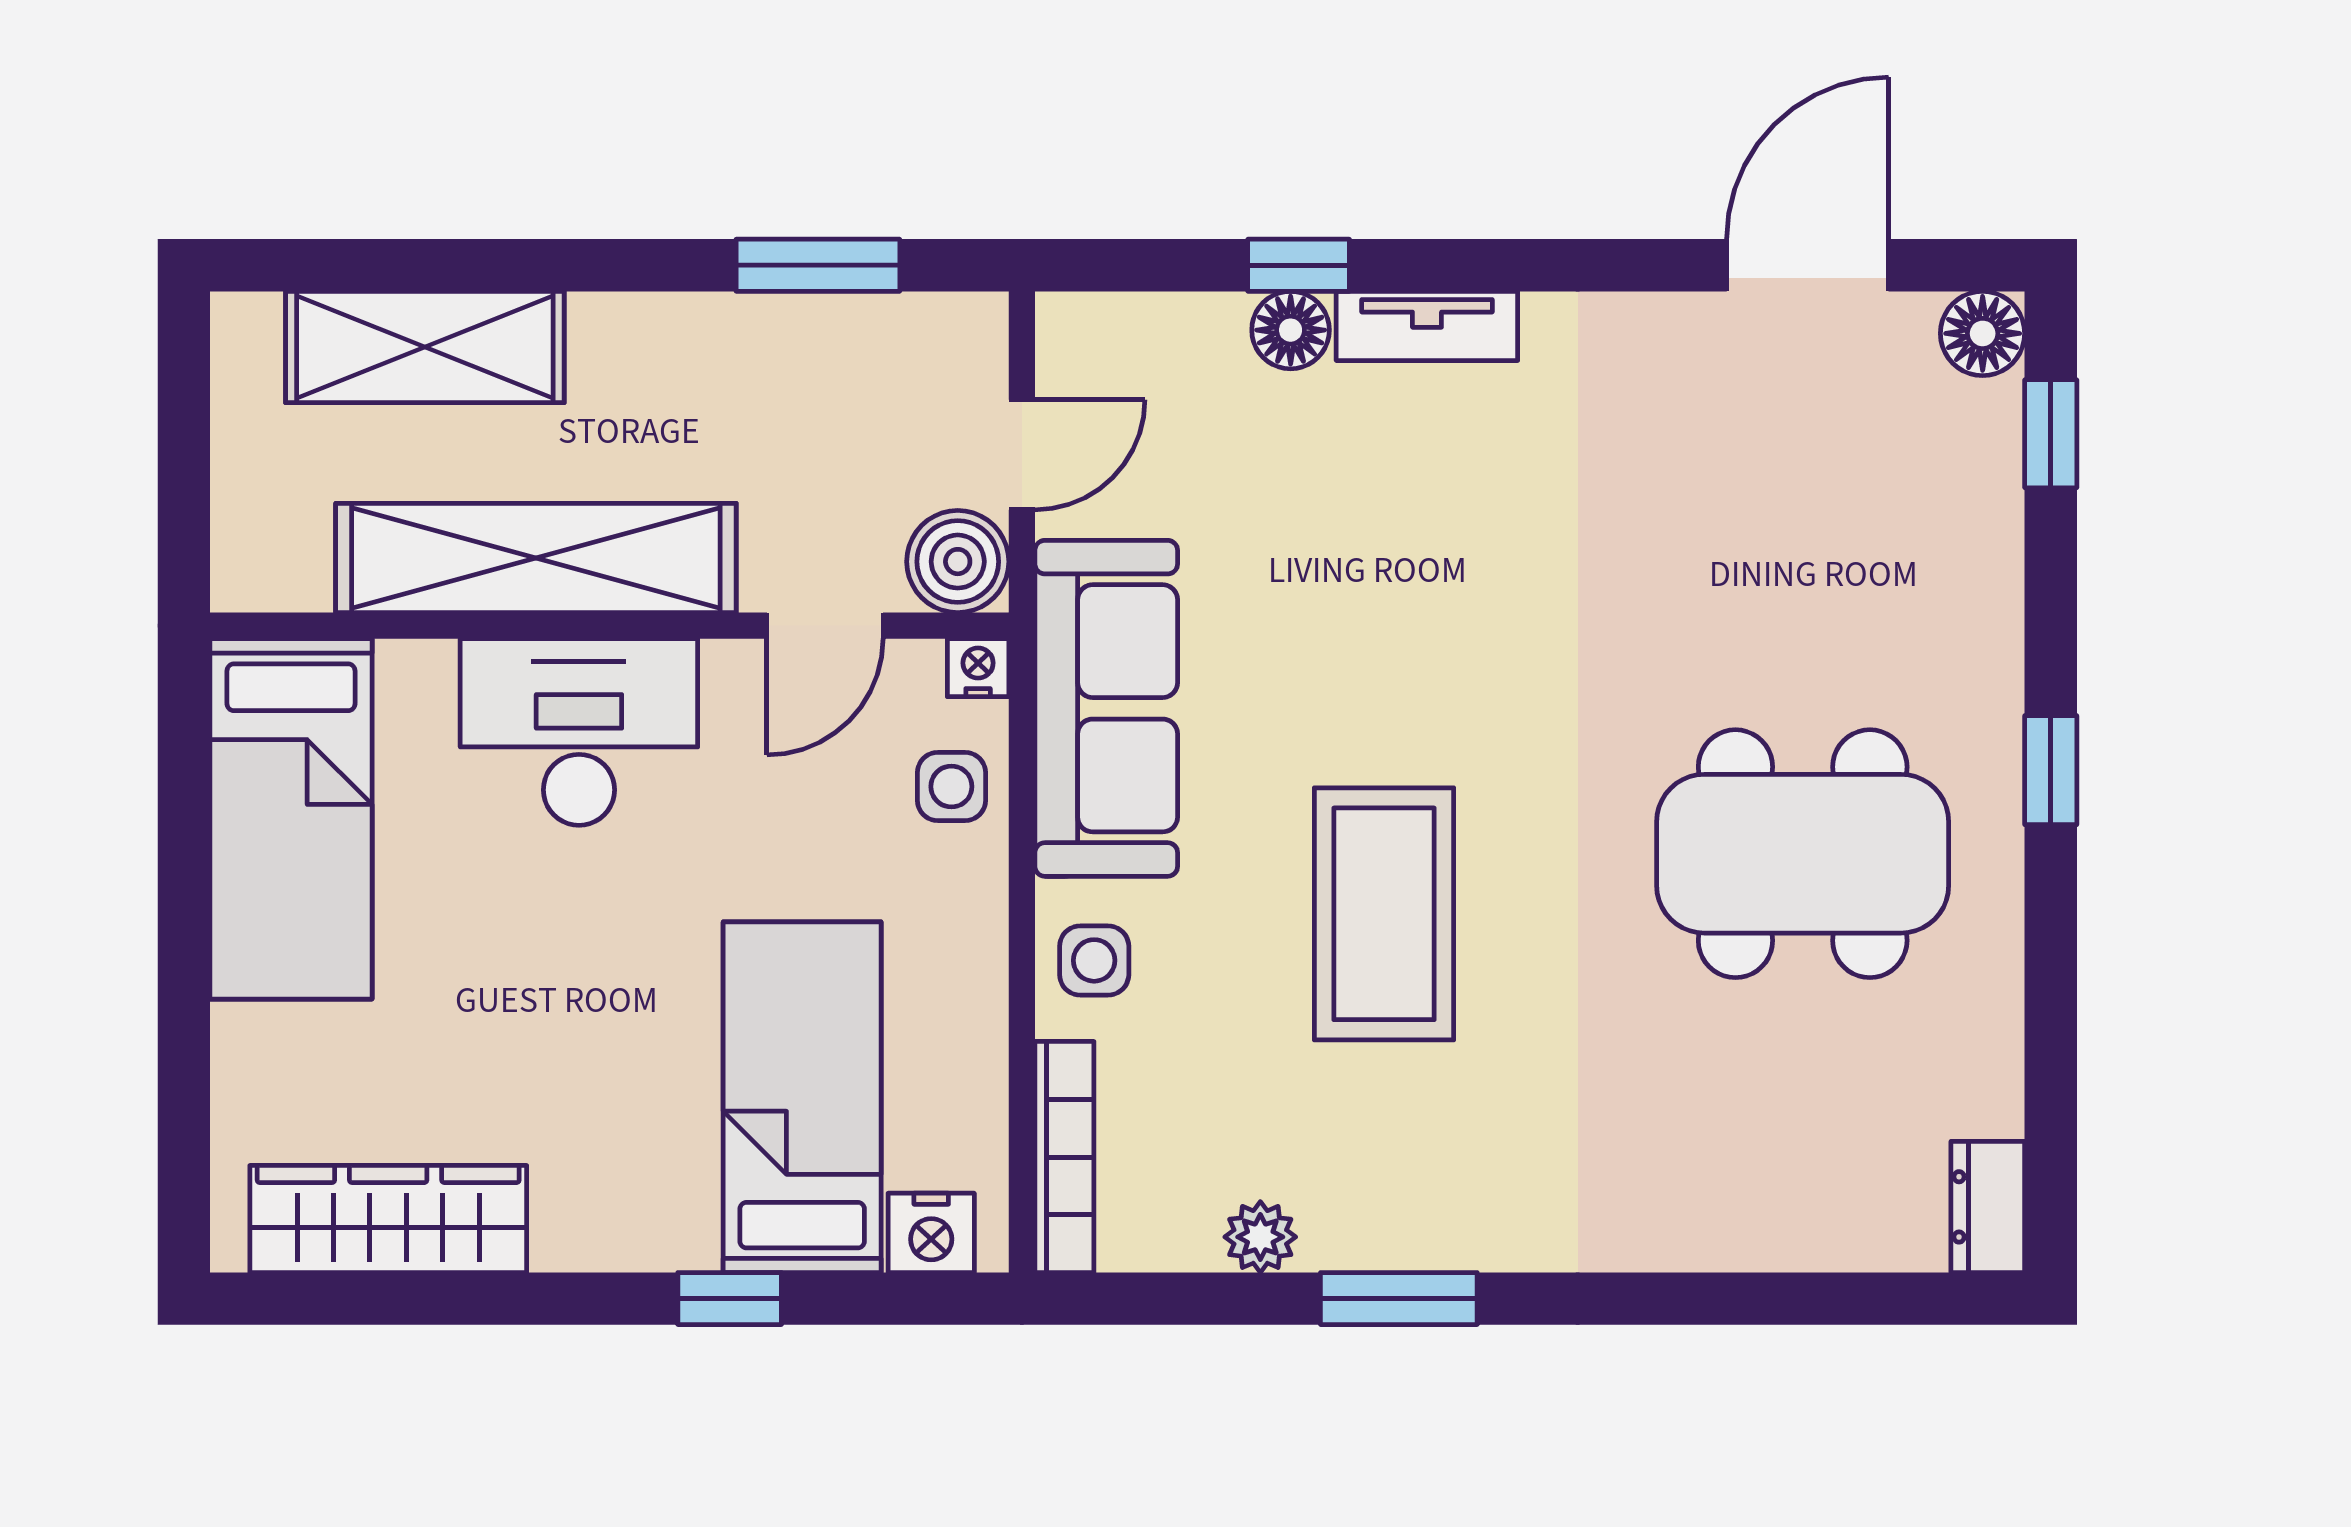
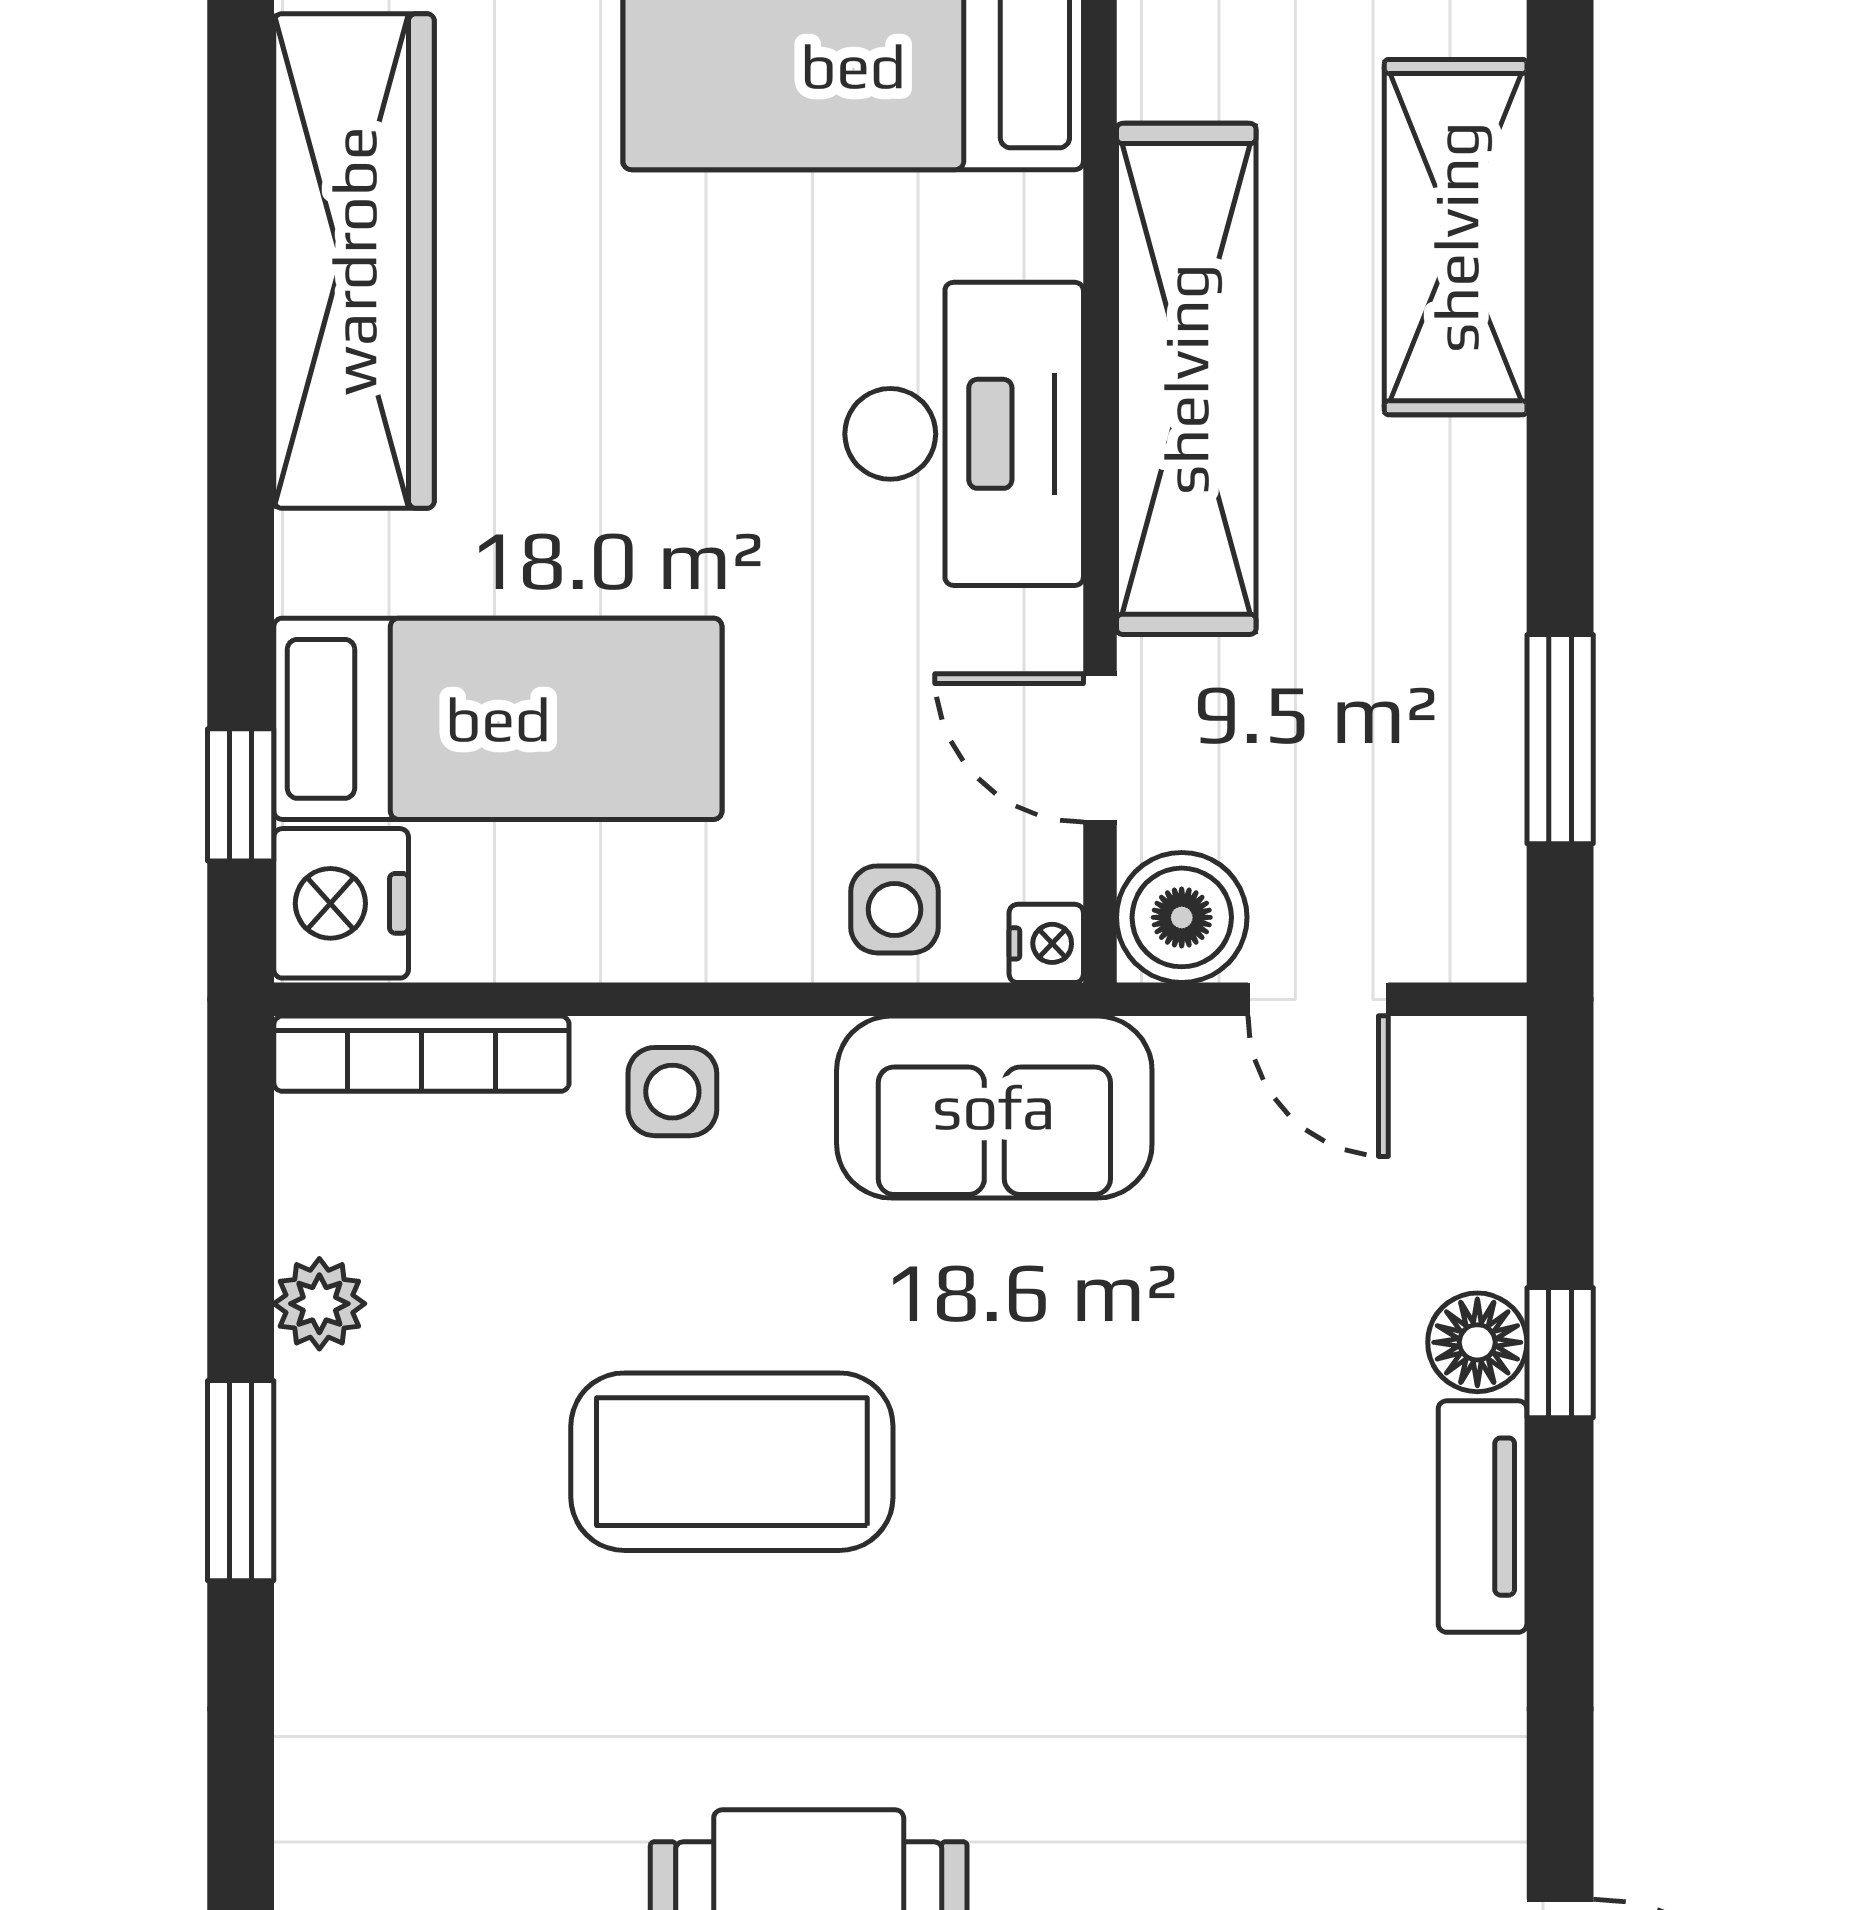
sofa: (1106, 708) -> (994, 1107), width x0.73
wardrobe: (388, 1219) -> (354, 261), width x1.40, depth x1.17
nightstand: (931, 1233) -> (341, 903), width x1.36, depth x1.33
window: (730, 1299) -> (241, 795), moved

